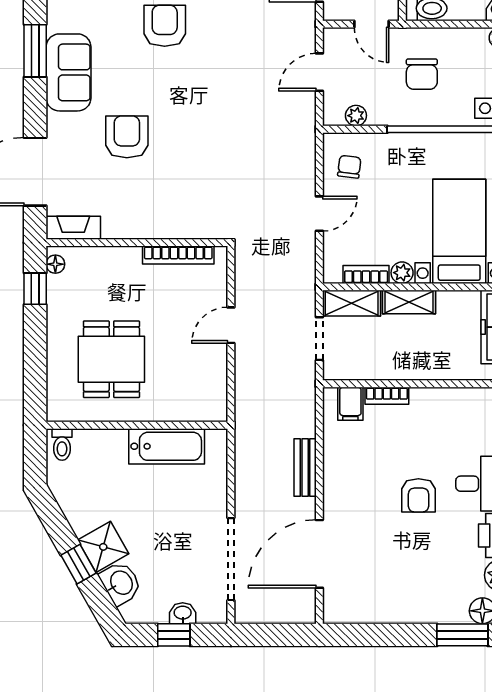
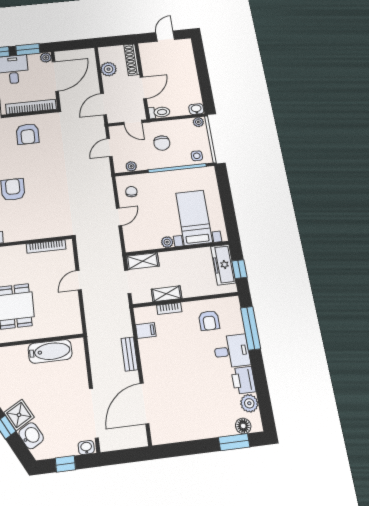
armchair: (165, 26) -> (28, 134), turned 180
bookcase: (366, 274) -> (148, 245), removed
shelving: (409, 302) -> (167, 294), moved
filing cabinet: (350, 404) -> (146, 331), moved, turned -90
armchair: (418, 495) -> (209, 321), moved
washbasin: (183, 613) -> (86, 448), moved

